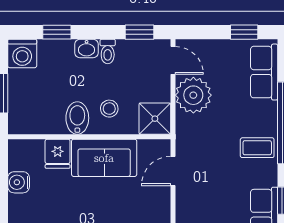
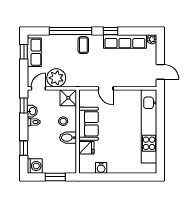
washbasin: (87, 49) -> (32, 111), moved
row of seats: (264, 72) -> (34, 52), moved, turned -90
door: (173, 171) -> (106, 88), moved

